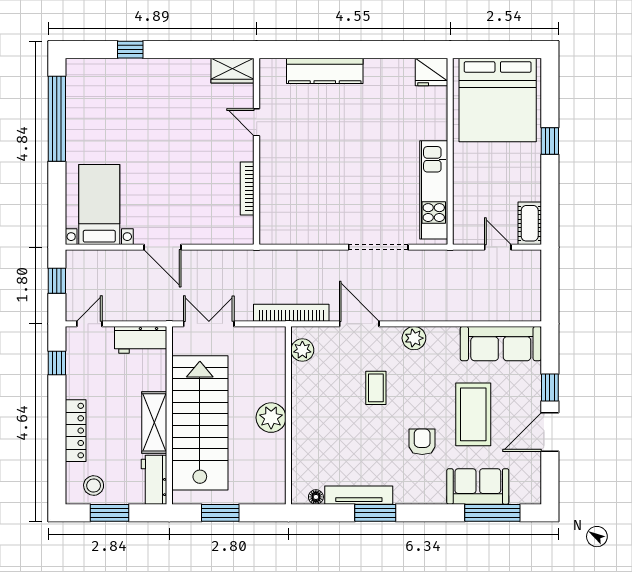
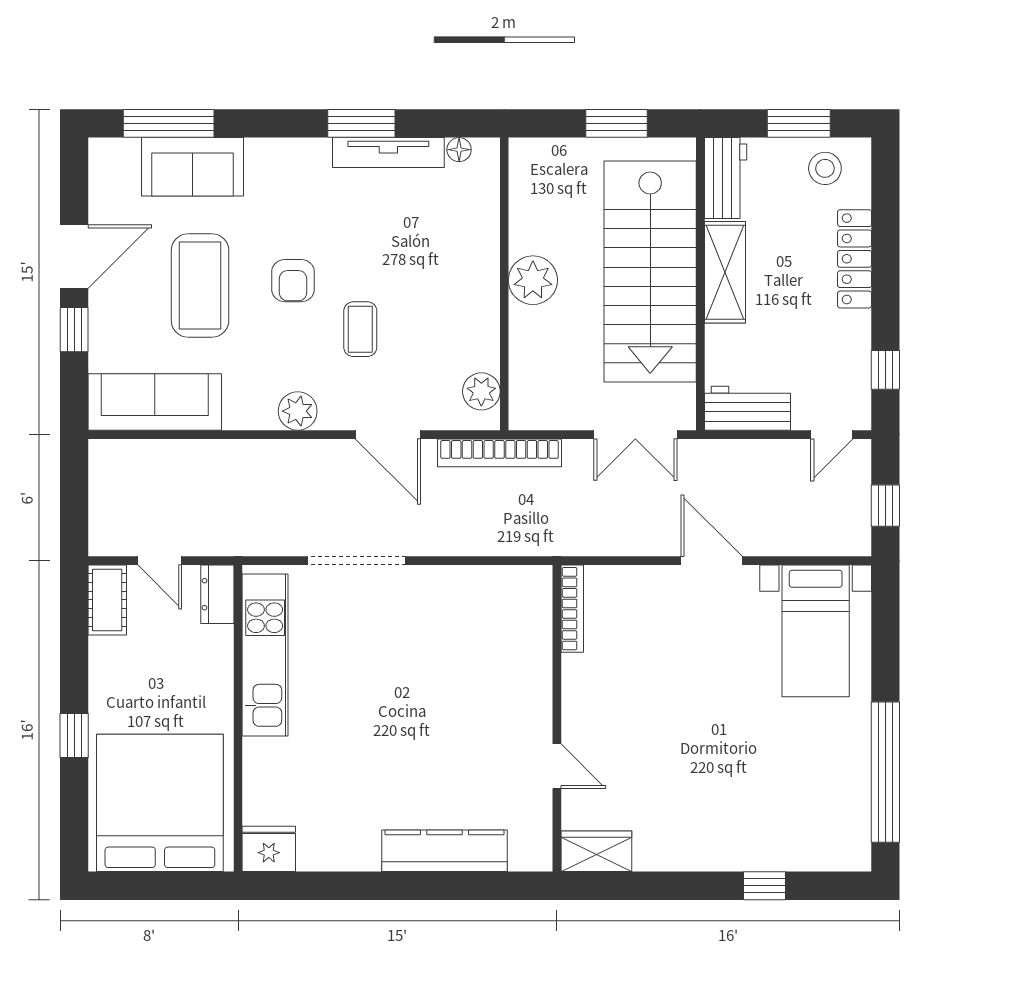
bookcase: (247, 188) -> (572, 609), moved
dresser: (463, 227) -> (217, 594), added
armchair: (422, 442) -> (293, 281), moved

